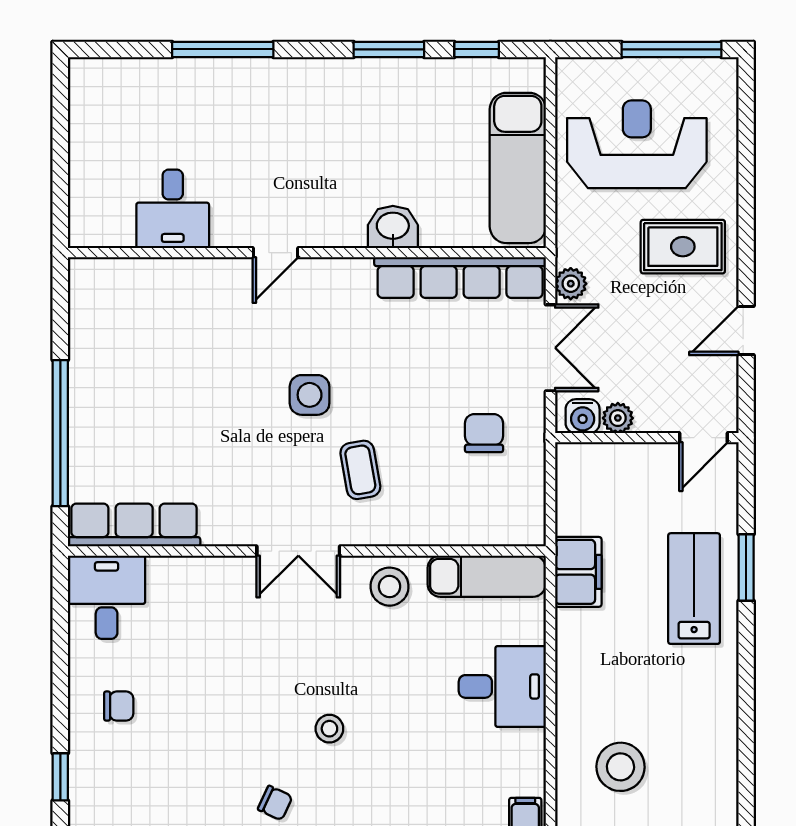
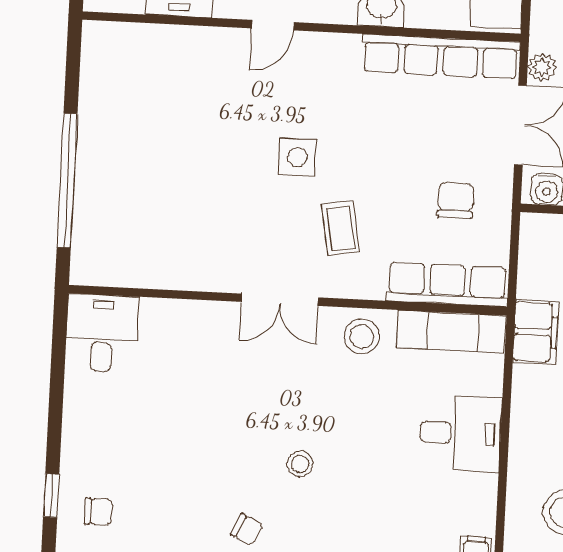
row of seats: (134, 525) -> (447, 284), moved
chair: (119, 706) -> (98, 512), moved

